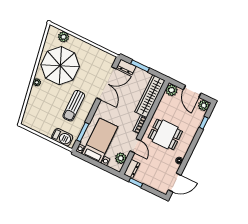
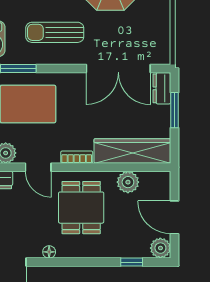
plant: (171, 90) -> (128, 182), moved
door: (192, 91) -> (175, 217), hinge flipped
door: (135, 146) -> (38, 167), hinge flipped

